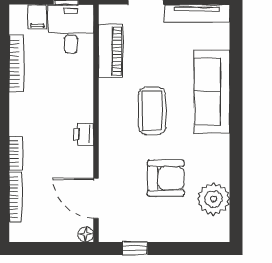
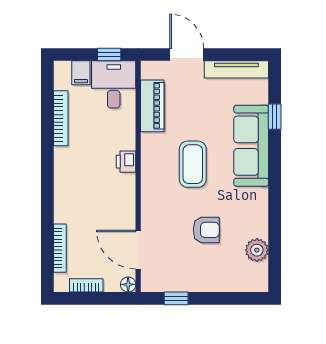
window: (236, 62) -> (275, 117), added
printer: (83, 134) -> (126, 162), moved
bookcase: (16, 153) -> (86, 285), moved, turned -90
armchair: (166, 178) -> (206, 230), width x0.72, depth x0.72
plant: (213, 199) -> (257, 250), width x0.73, depth x0.73

